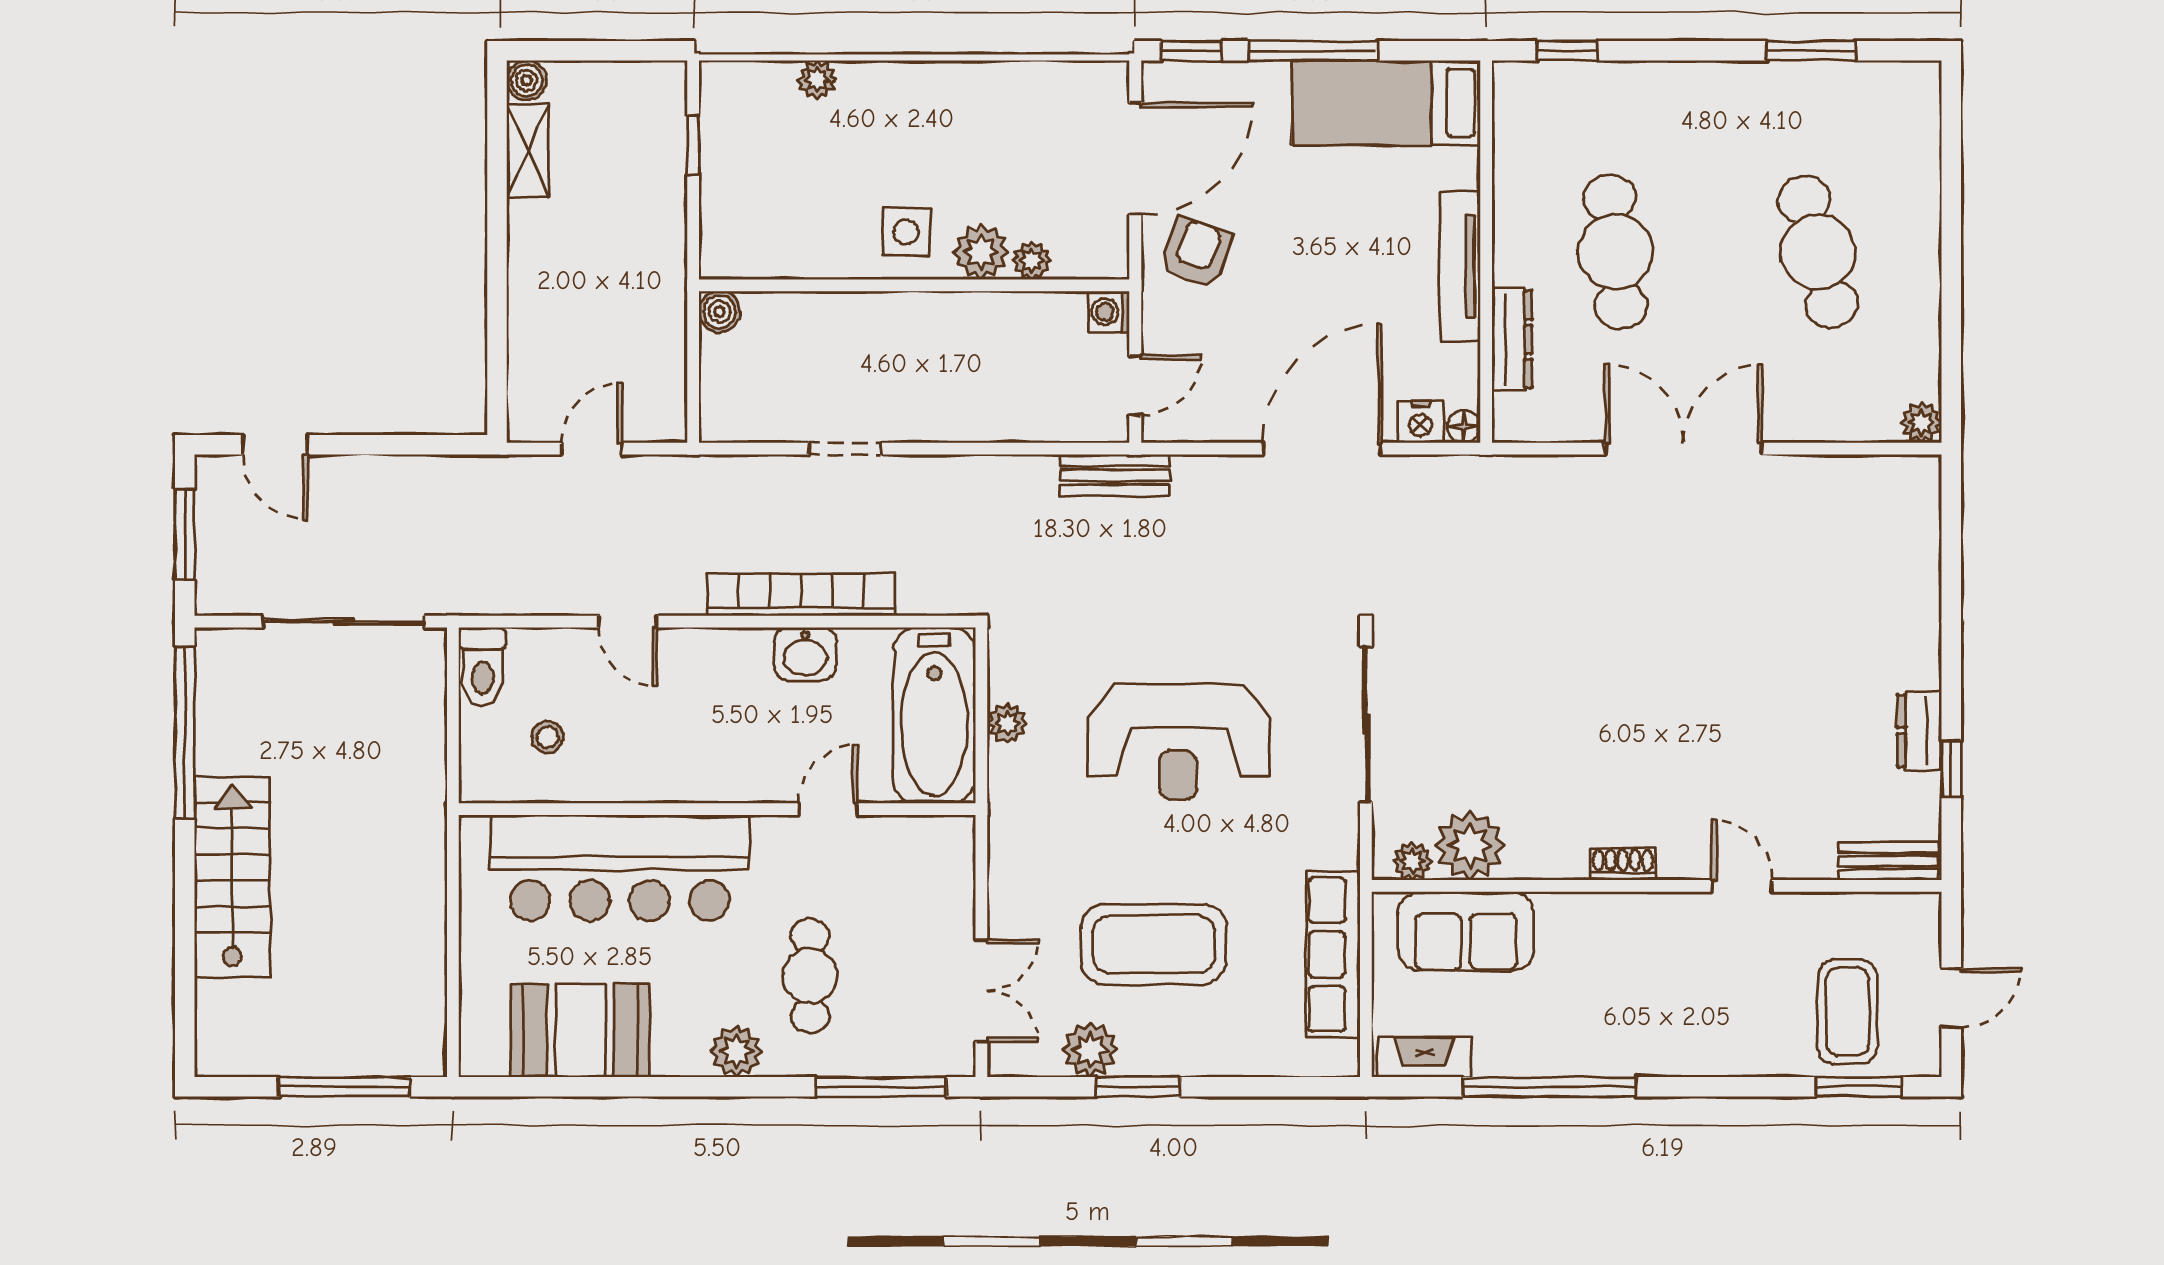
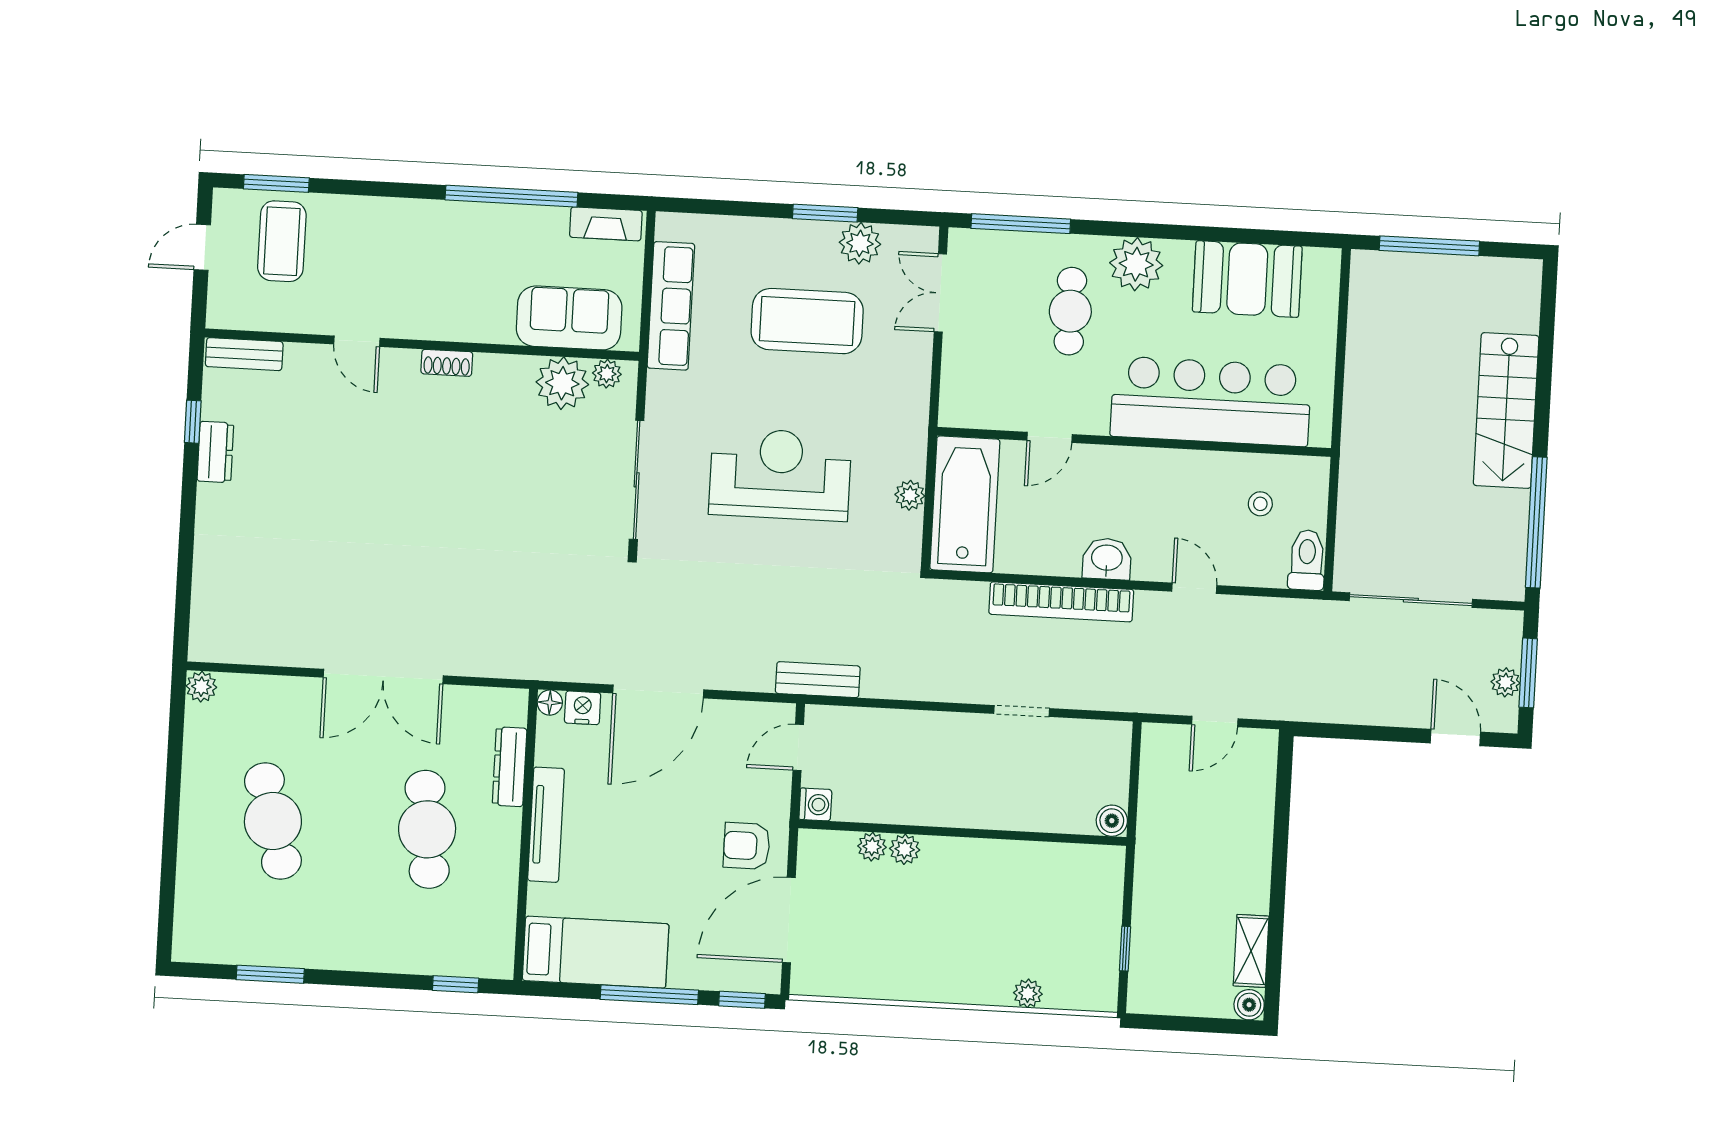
side table: (906, 232) -> (966, 874), removed
plant: (981, 252) -> (905, 849), width x0.73, depth x0.73
armchair: (1196, 253) -> (747, 846), turned 70
plant: (214, 521) -> (1506, 682), added
washbasin: (805, 654) -> (1107, 559), moved
plant: (736, 1051) -> (1136, 264), width x1.36, depth x1.36

